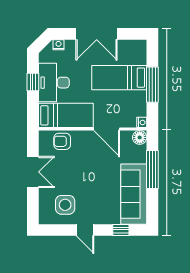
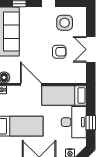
armchair: (62, 141) -> (59, 52), moved

